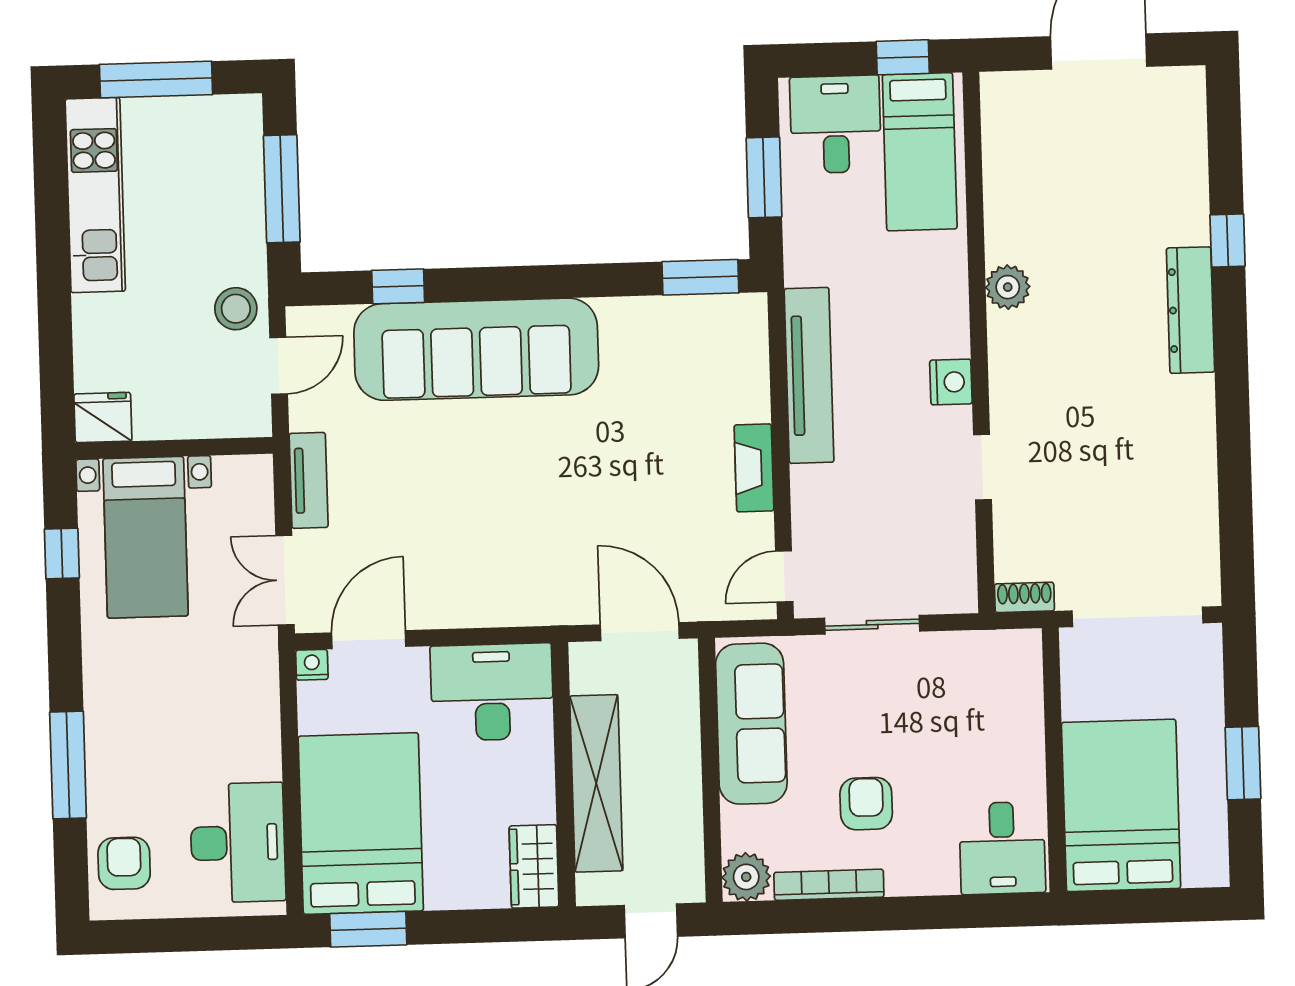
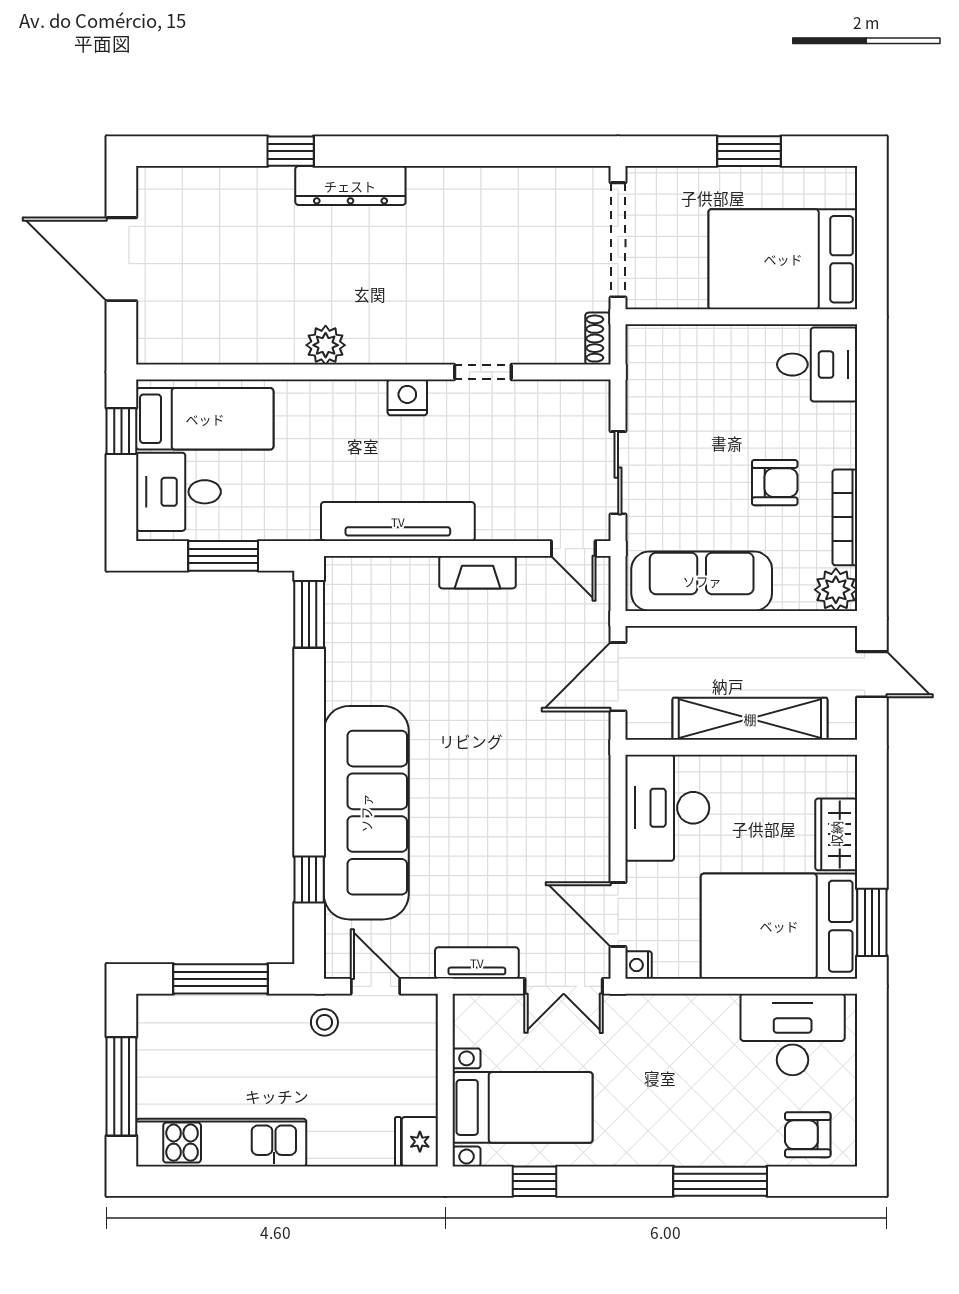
stool: (236, 309) -> (324, 1022), width x0.73, depth x0.73
armchair: (866, 804) -> (775, 483), turned 180
wardrobe: (534, 866) -> (836, 834), moved, turned 90

